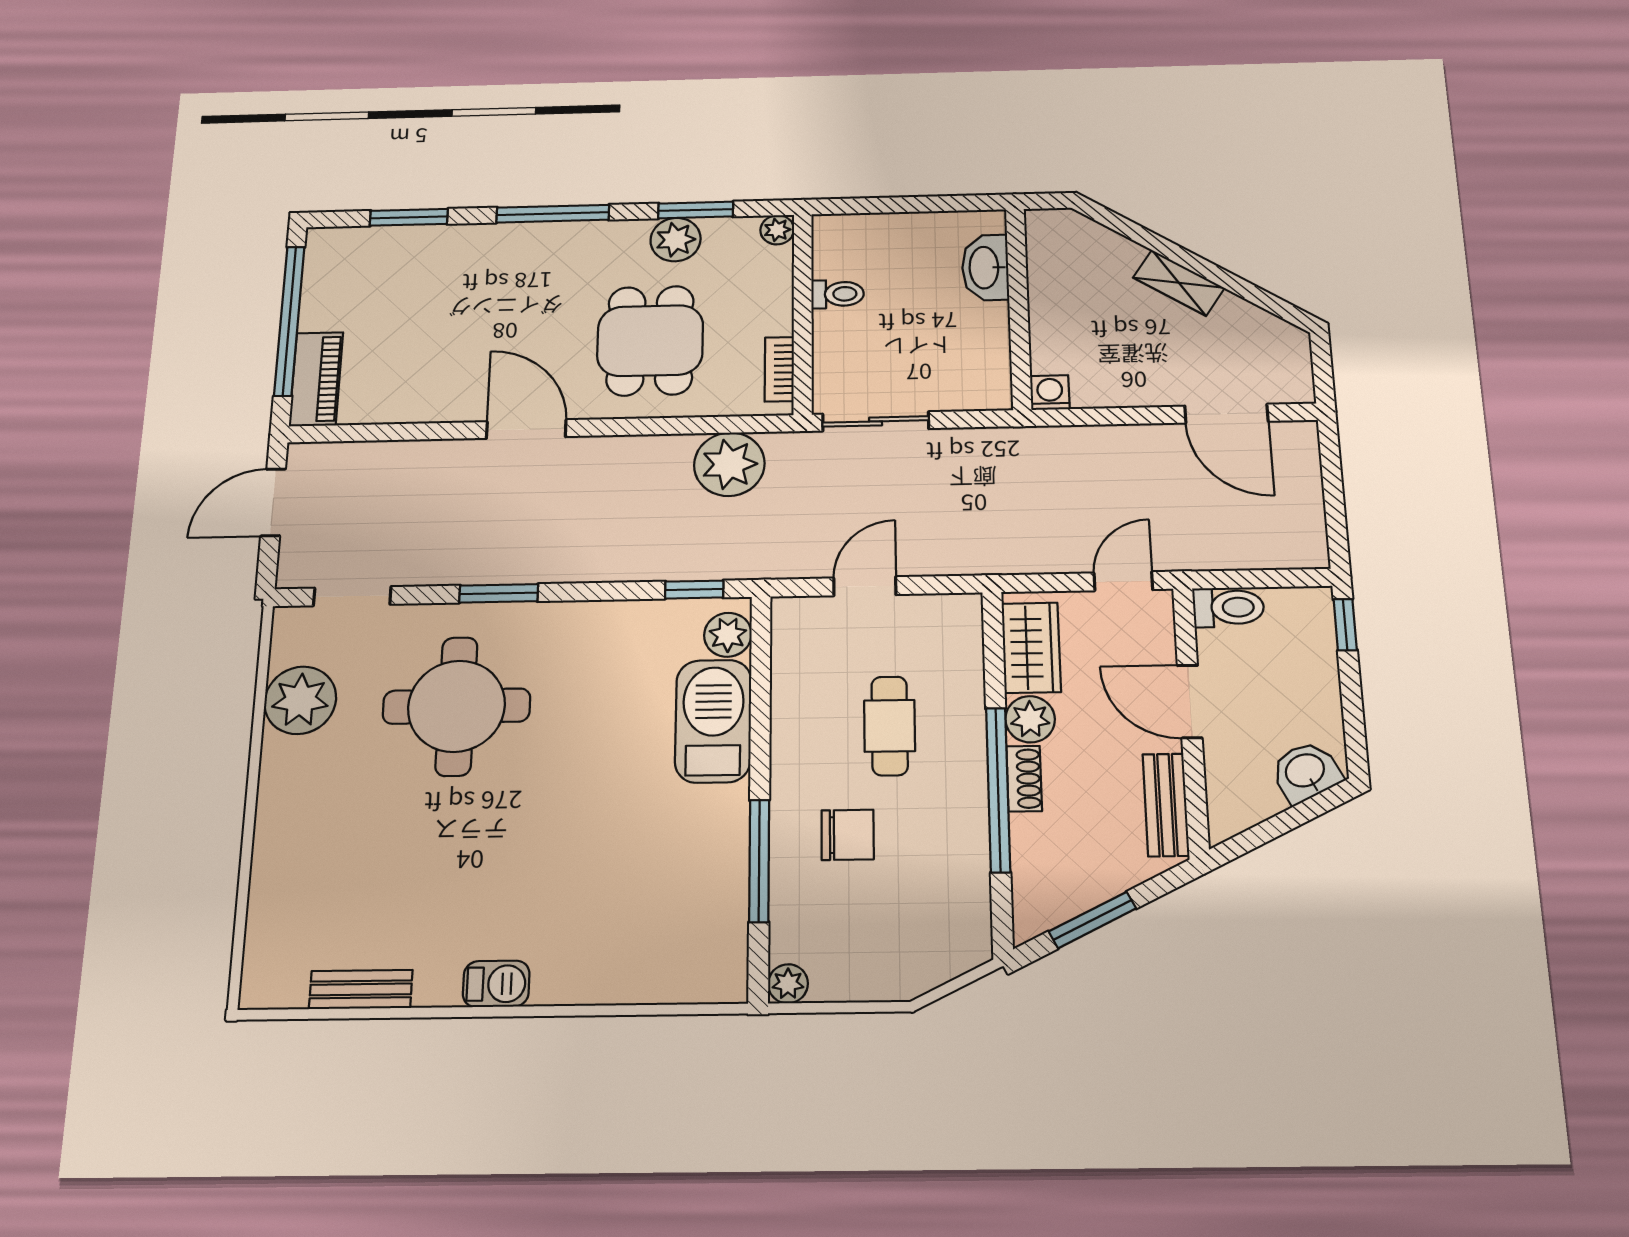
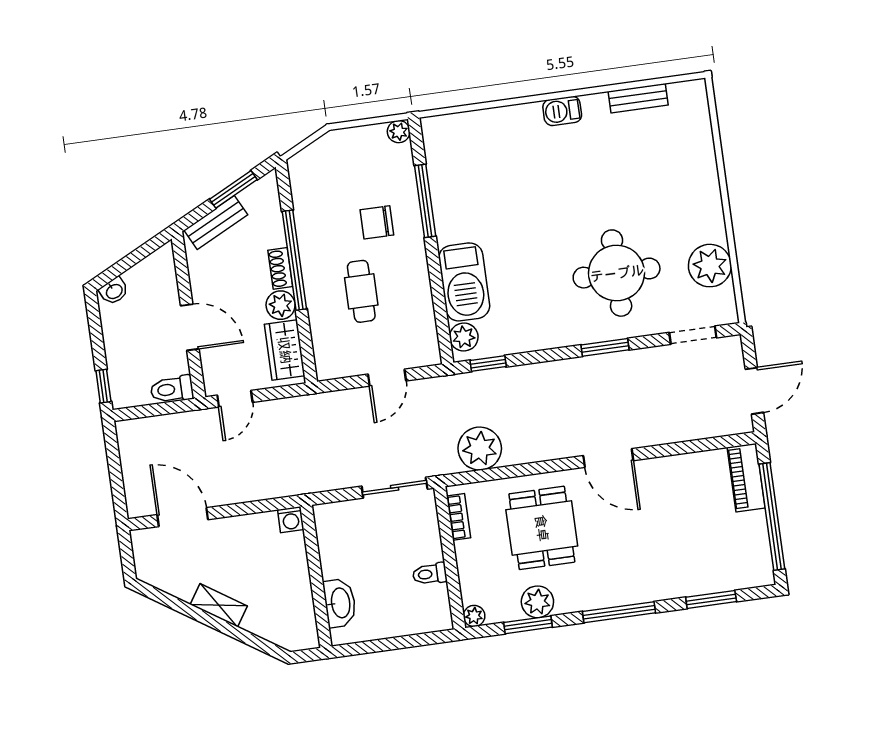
washbasin: (1306, 772) -> (114, 291), width x0.72, depth x0.69
bench: (1166, 805) -> (216, 222), moved, turned 63

